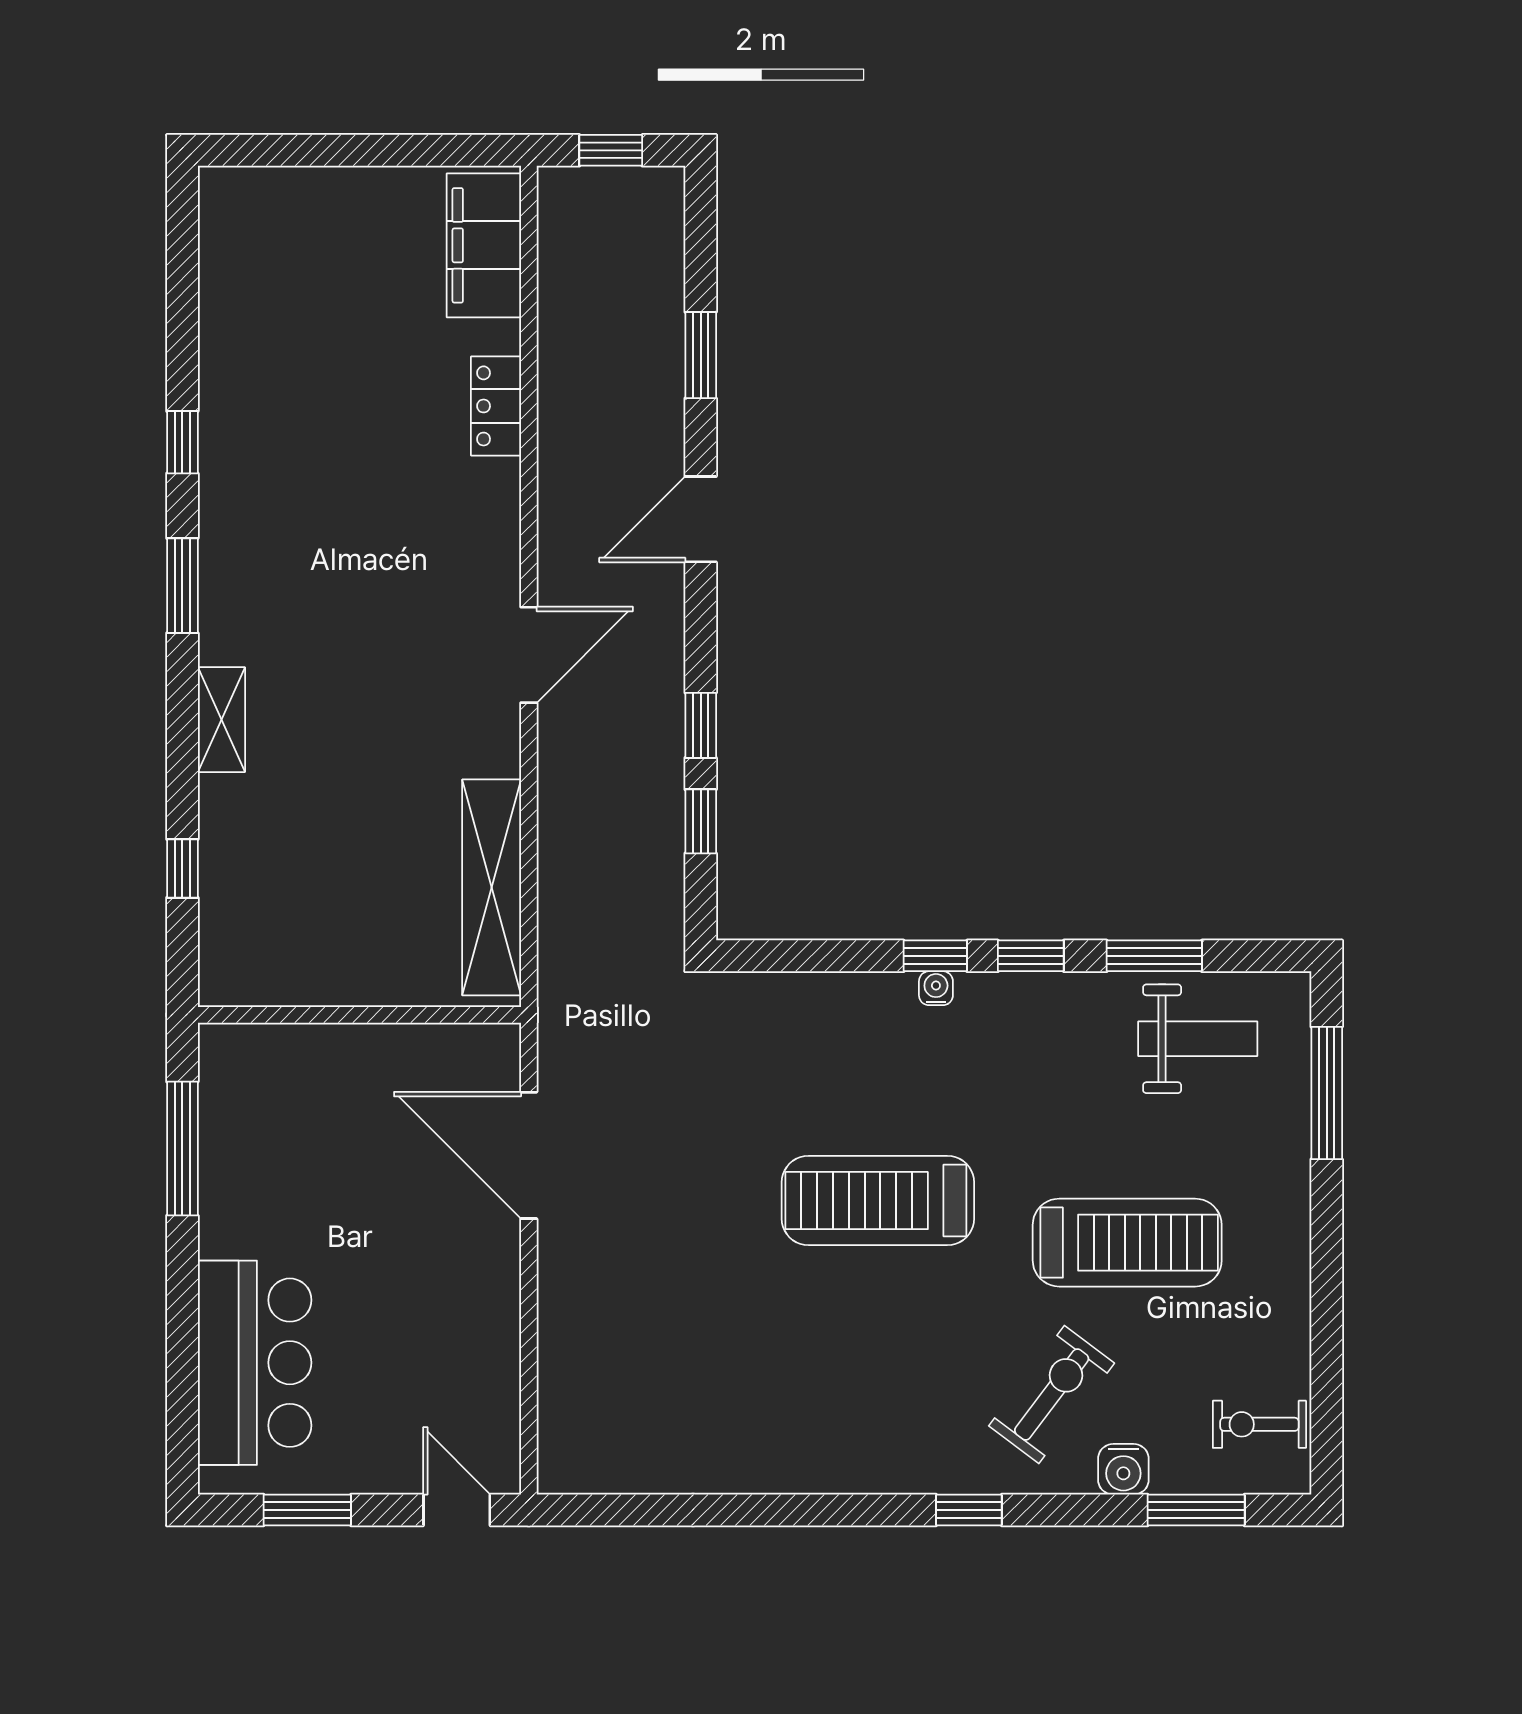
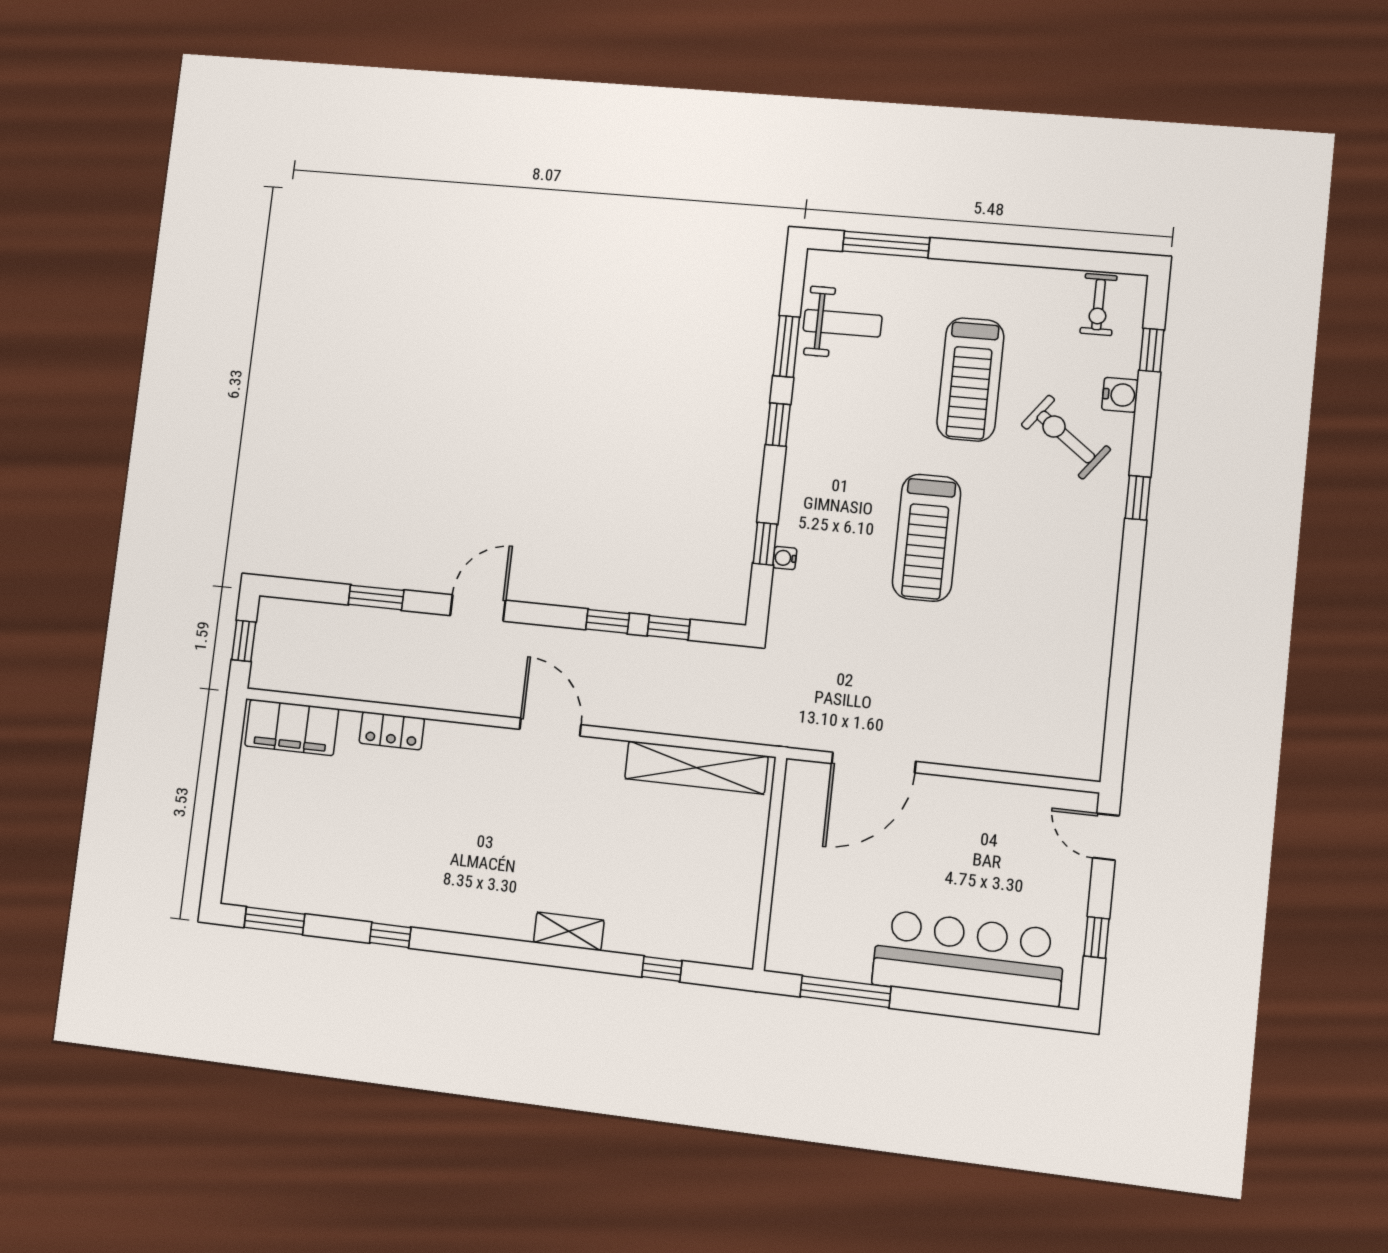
door: (701, 519) -> (478, 608), swing flipped
window: (182, 586) -> (274, 921), moved
window: (935, 956) -> (765, 544), moved
water cooler: (936, 988) -> (785, 558), moved
weight bench: (1198, 1039) -> (843, 323), turned 90
treadmill: (1127, 1243) -> (970, 379), turned 180
bar counter: (255, 1363) -> (968, 958), width x1.36
window: (307, 1510) -> (1097, 937), width x0.67
door: (457, 1510) -> (1106, 837), hinge flipped
window: (1196, 1510) -> (1152, 350), width x0.67

